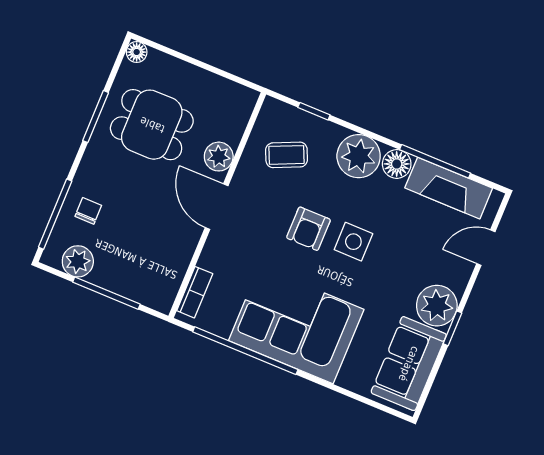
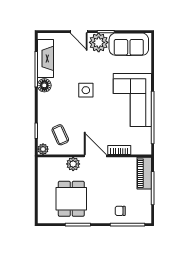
floor lamp: (137, 52) -> (42, 218), removed
plant: (359, 156) -> (43, 149), moved, width x0.53, depth x0.53
door: (217, 207) -> (95, 156), swing flipped
armchair: (308, 229) -> (88, 112), removed
door: (486, 248) -> (79, 32), moved
plant: (78, 261) -> (144, 206), removed
piano: (143, 289) -> (144, 173), added
bookcase: (195, 292) -> (119, 150), moved

